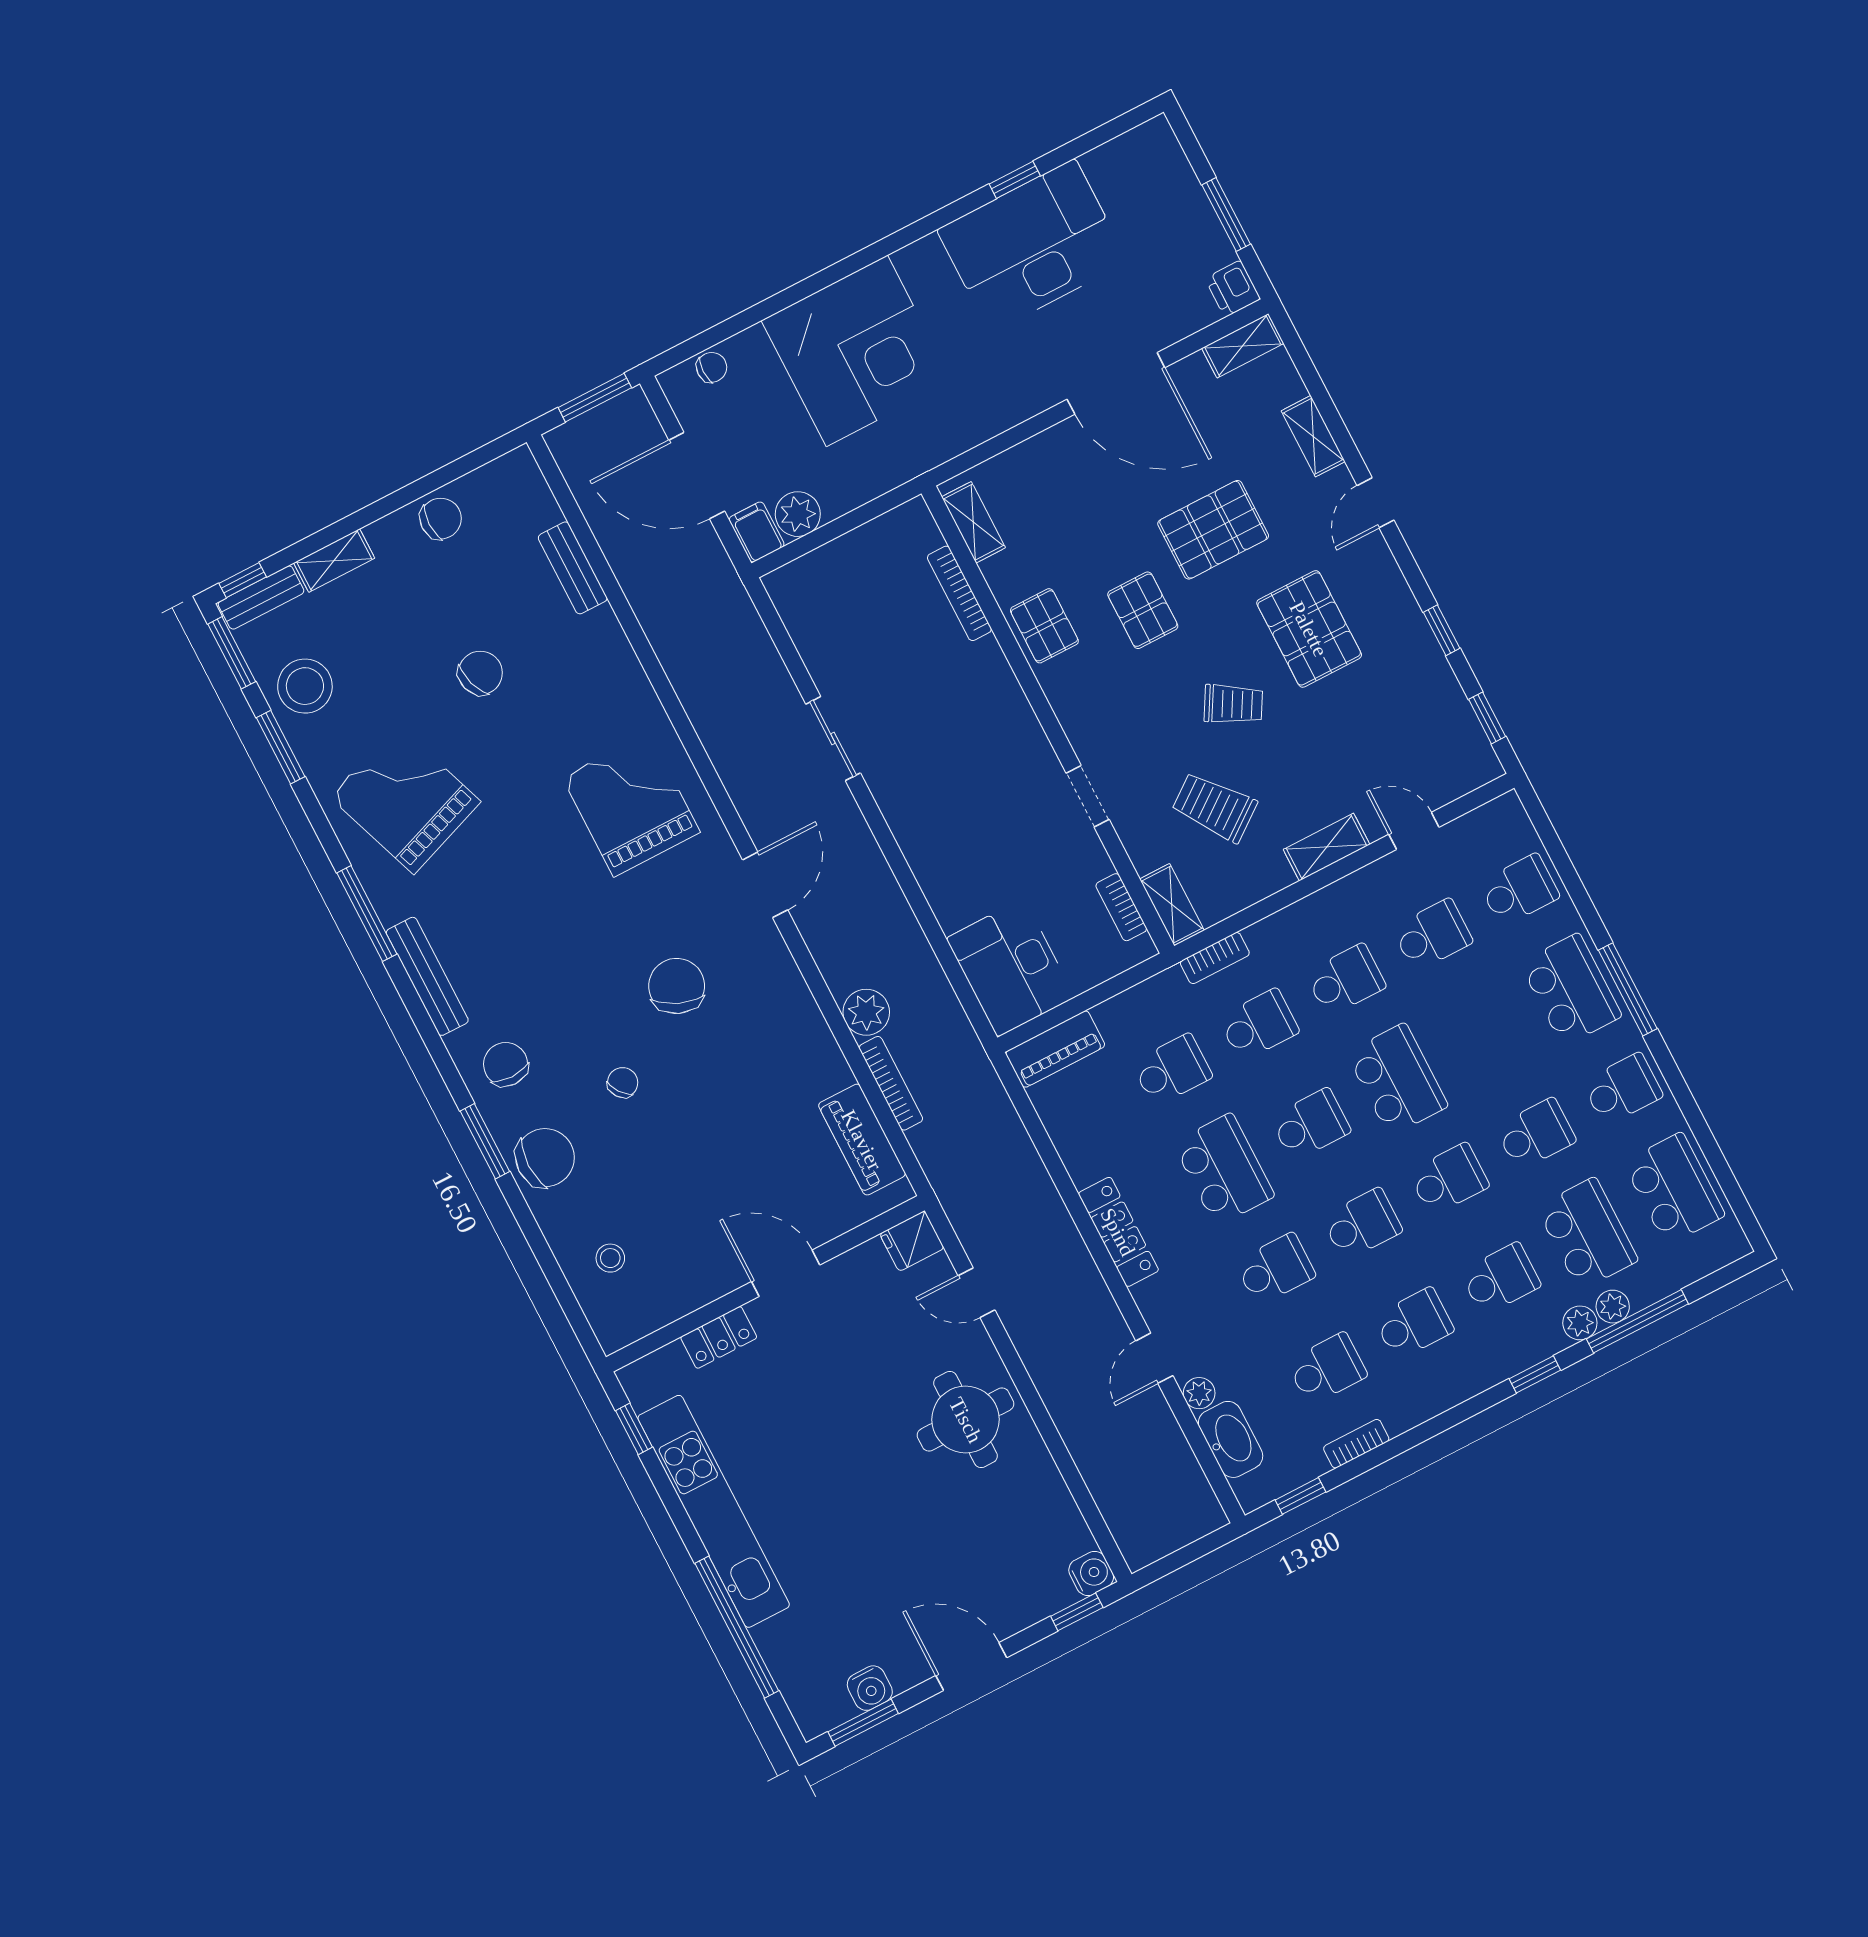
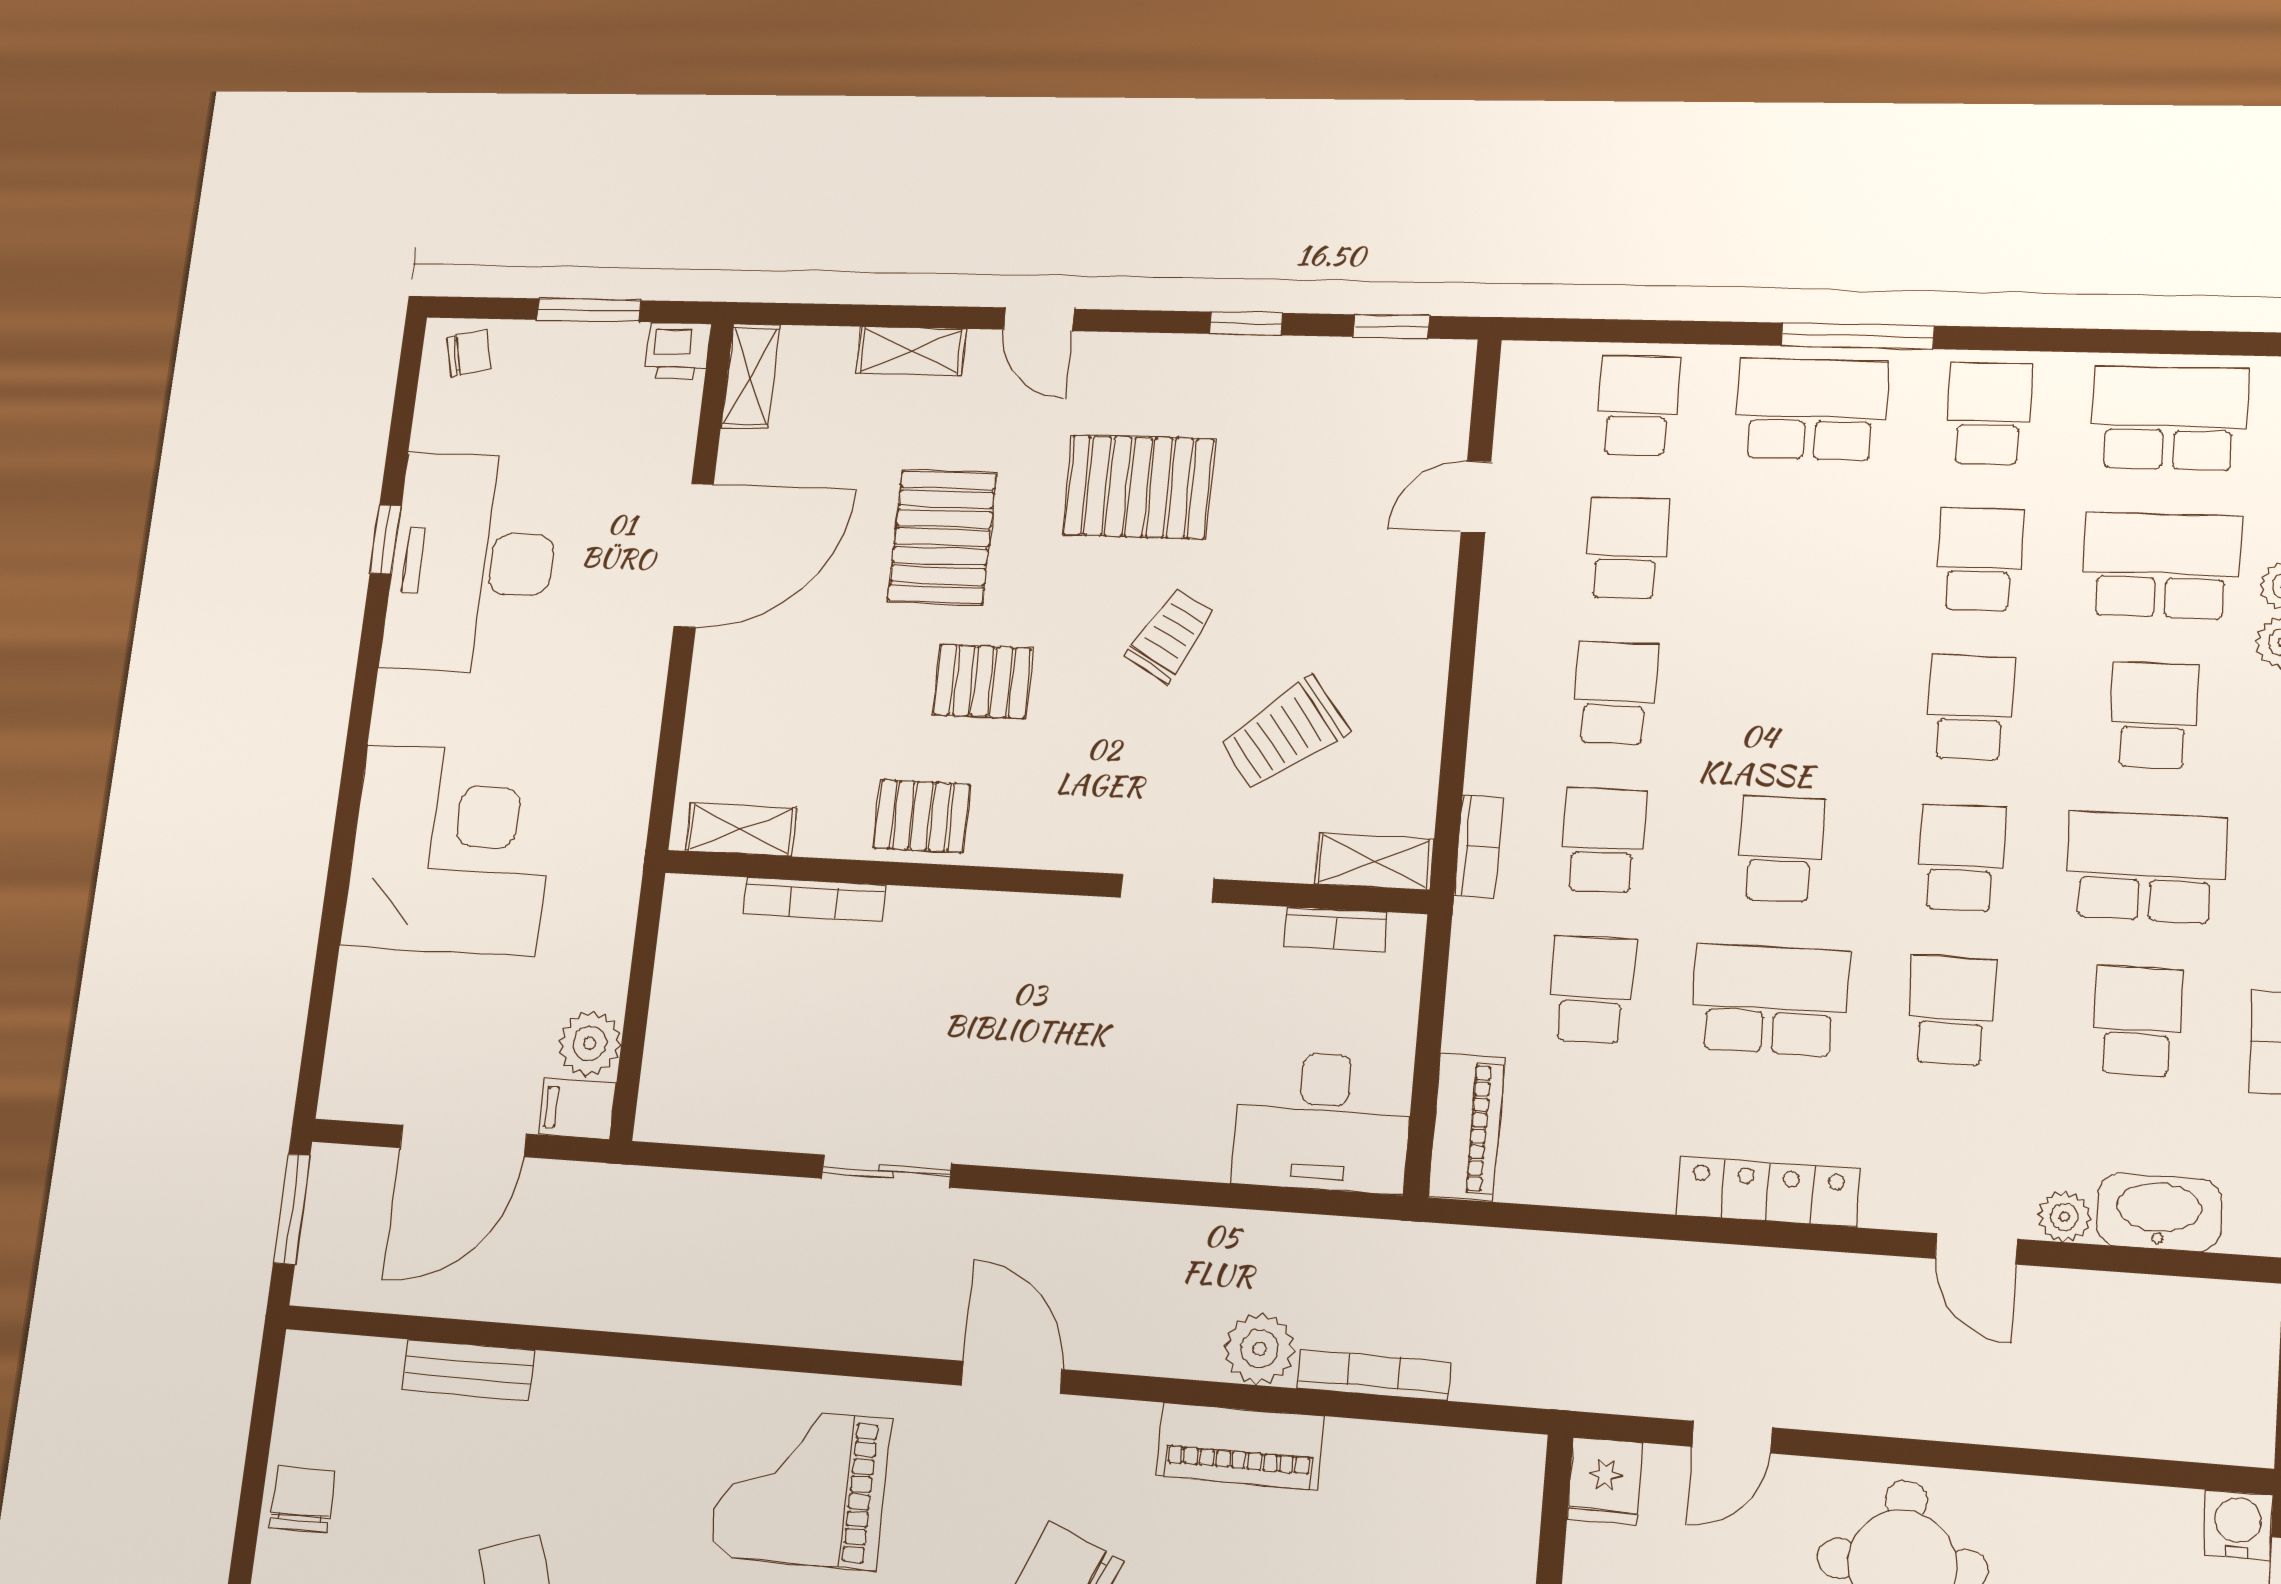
chair: (712, 367) -> (469, 353), moved, turned 76
shelving: (1327, 847) -> (1426, 620), removed
school desk: (1397, 1079) -> (1791, 700), removed
piano: (862, 1140) -> (1240, 1446), moved
school desk: (1414, 1324) -> (2146, 867), width x1.85

